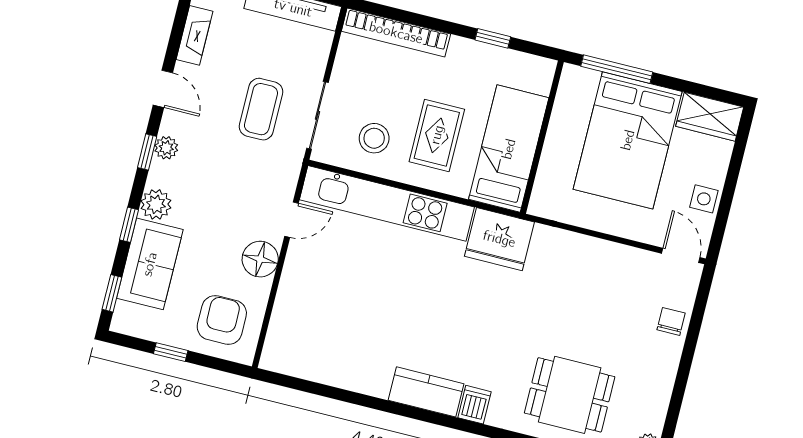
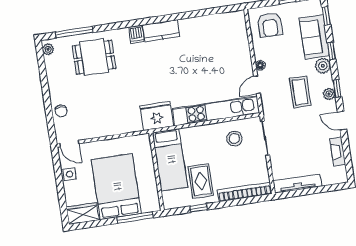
coffee table: (261, 109) -> (300, 92), moved
rug: (437, 135) -> (201, 181), moved
floor lamp: (260, 259) -> (260, 65), width x0.53, depth x0.53

